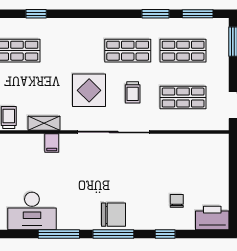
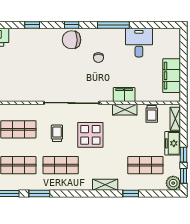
shelving: (70, 25) -> (105, 185), added
filing cabinet: (52, 143) -> (124, 95), width x2.00
chair: (177, 201) -> (98, 58), moved
desk: (32, 211) -> (139, 43), width x0.73
window: (113, 234) -> (72, 25), width x0.46

